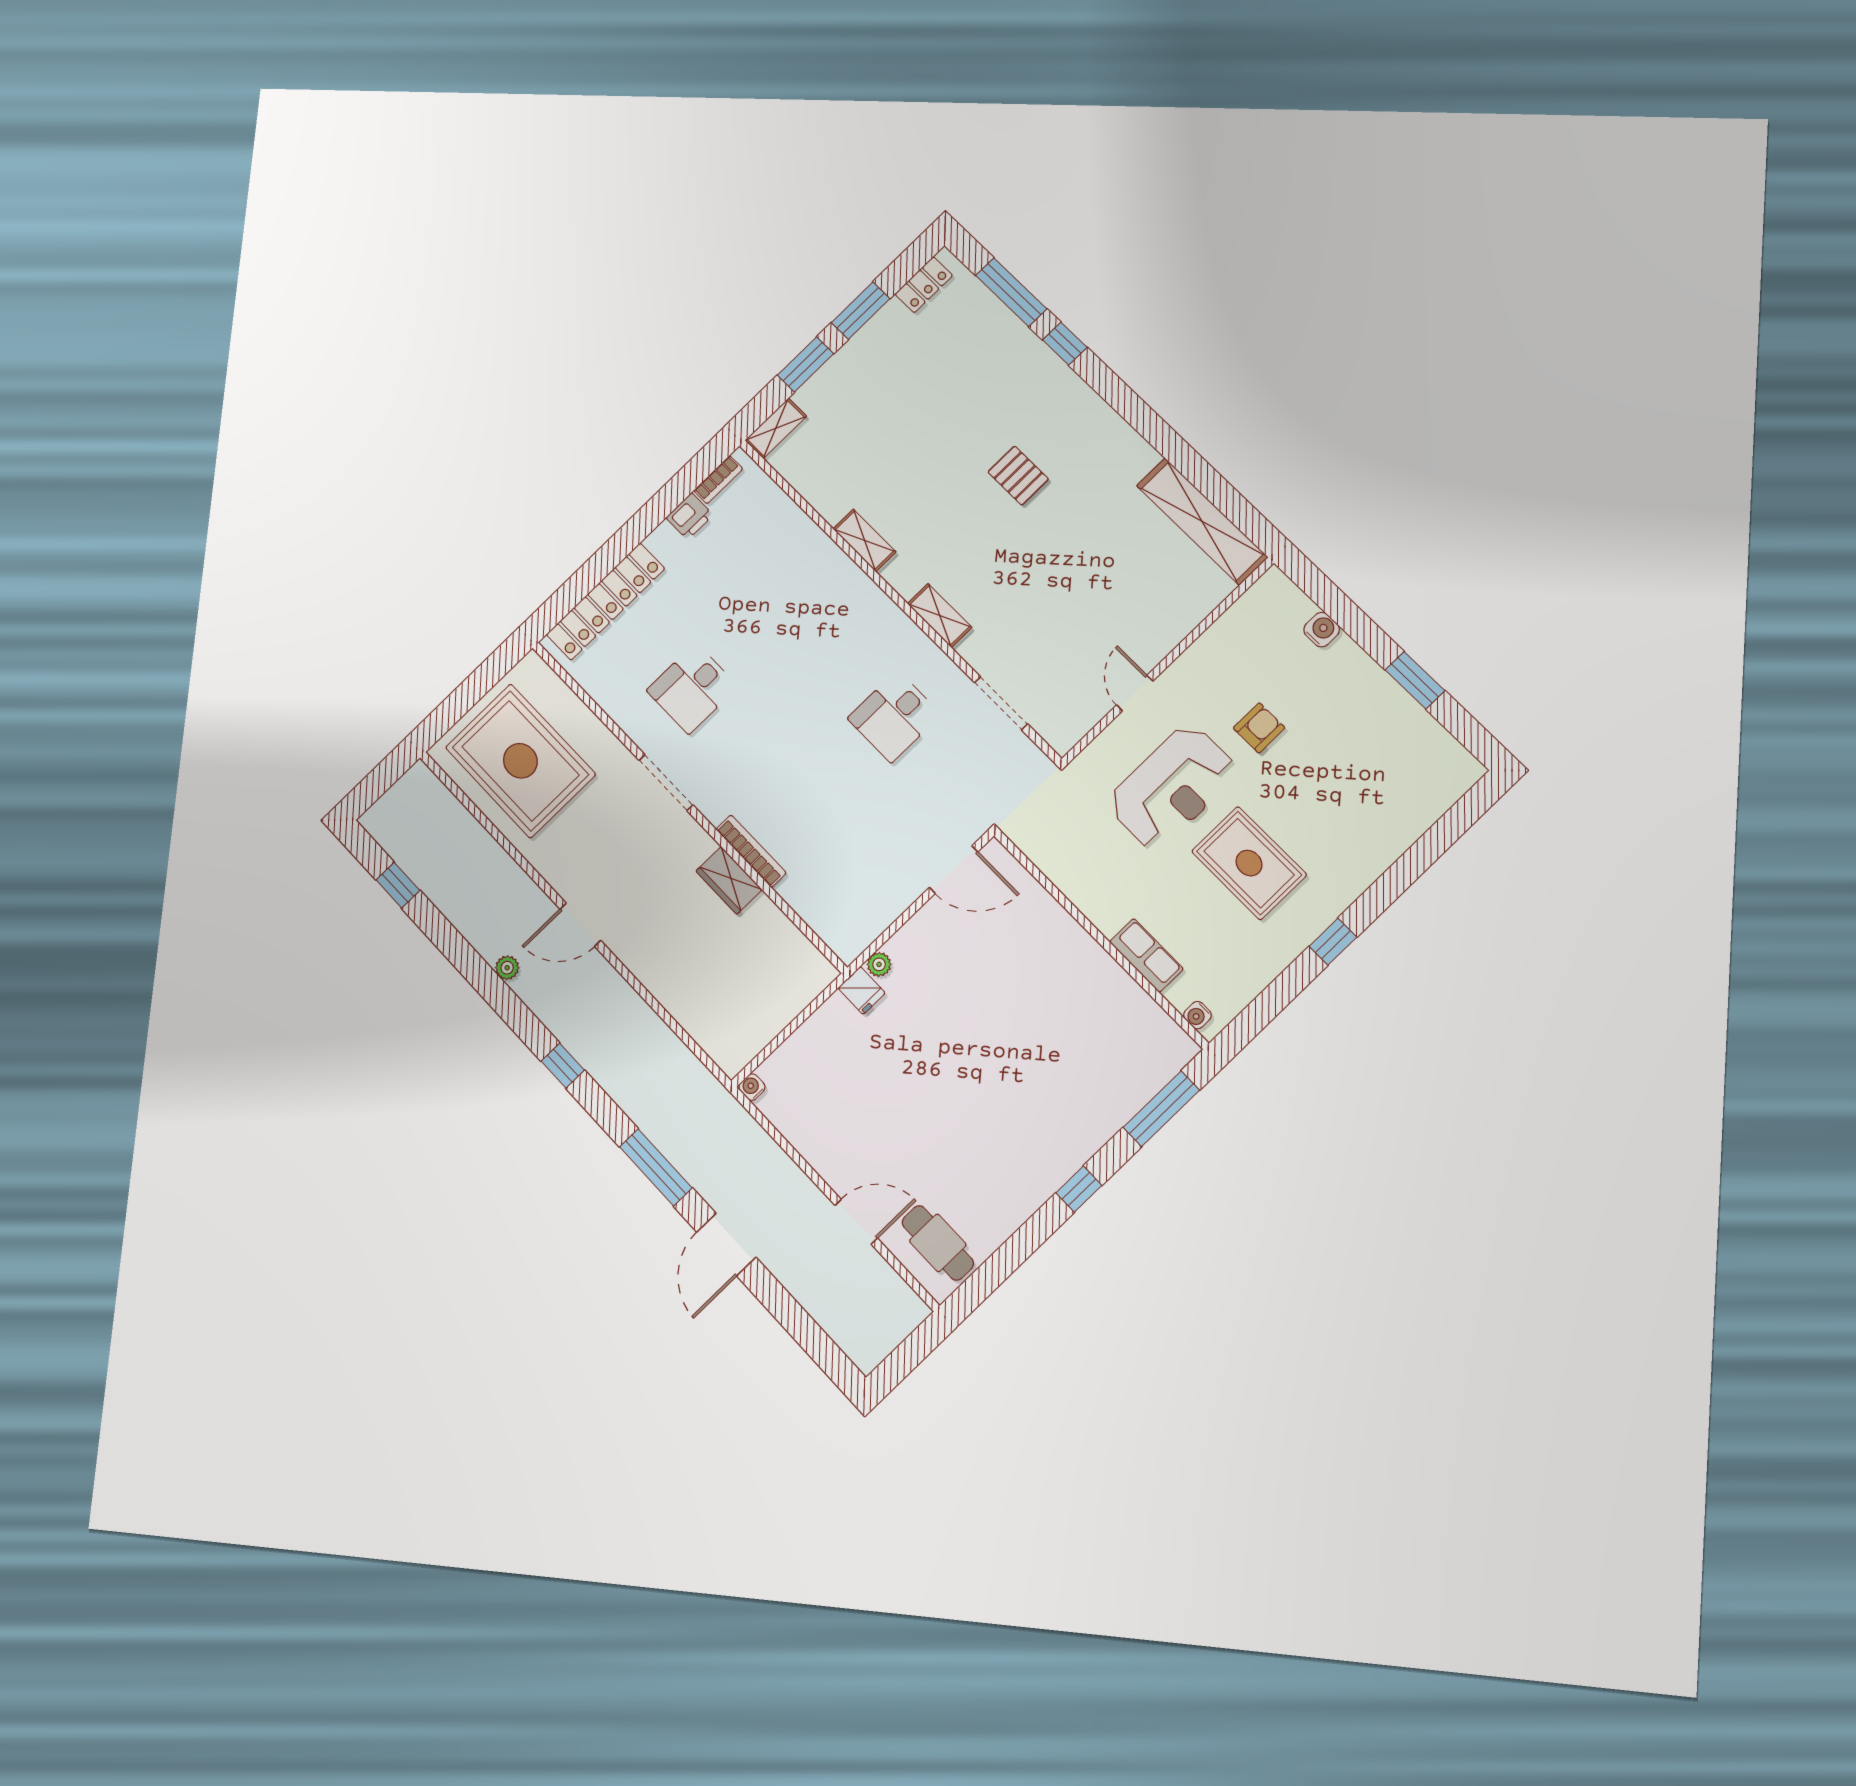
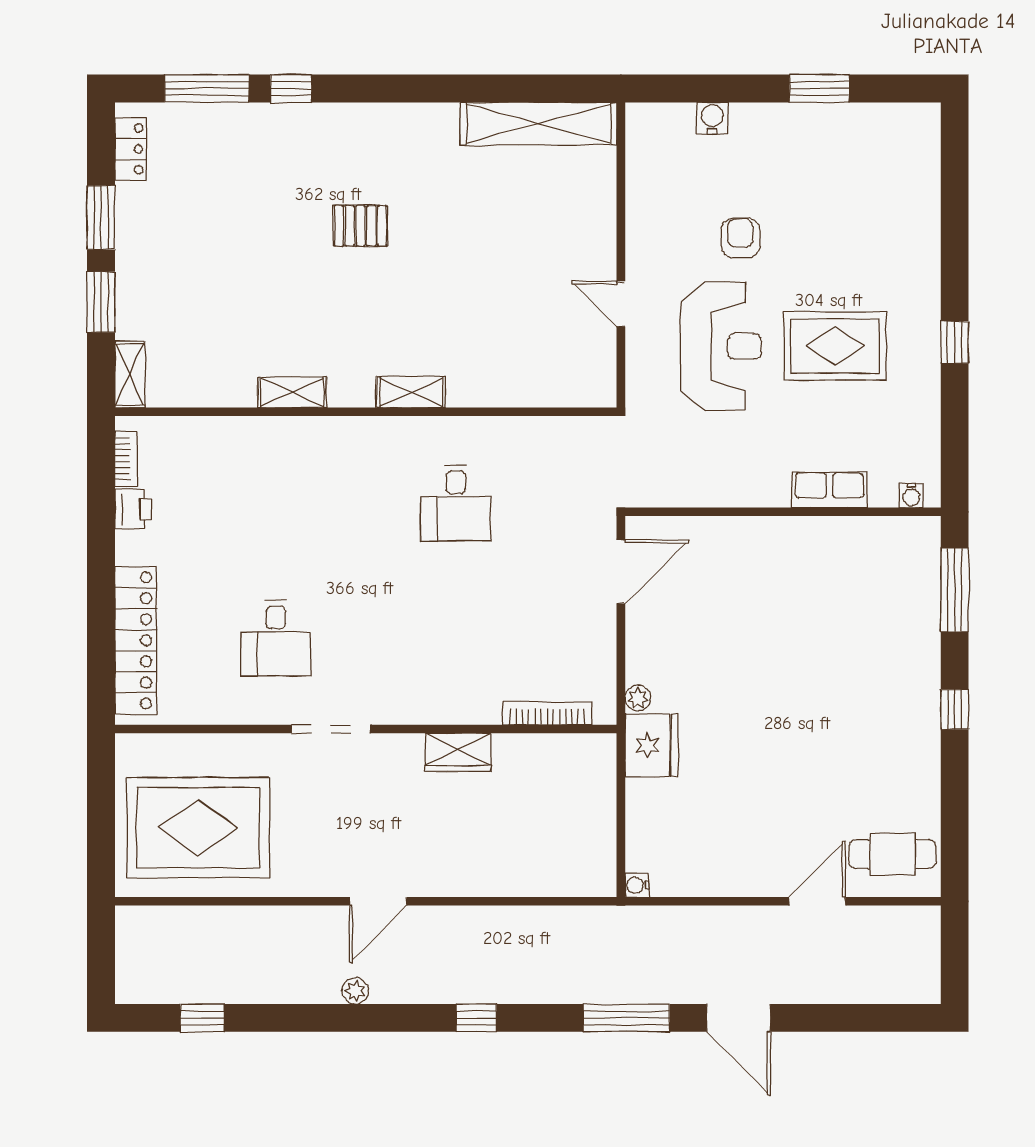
doorway: (1001, 703) -> (527, 412), removed
bookcase: (751, 851) -> (547, 713), moved
fridge: (862, 990) -> (652, 745), width x1.88, depth x1.34

